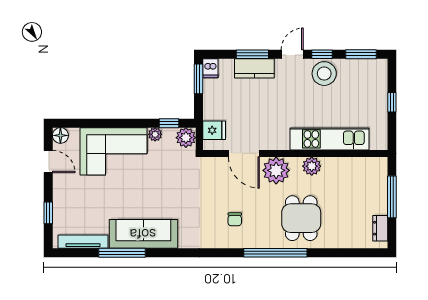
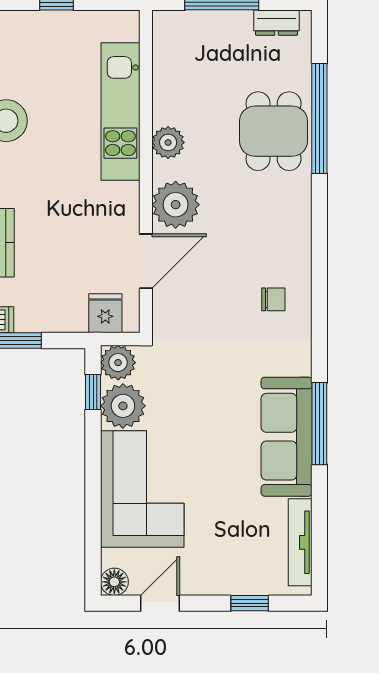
plant: (155, 134) -> (123, 406), width x1.87, depth x1.87
dining table: (301, 218) -> (274, 131), moved, turned 90
chair: (235, 219) -> (273, 299), moved
window: (122, 253) -> (319, 424), moved
window: (275, 253) -> (319, 118), moved

